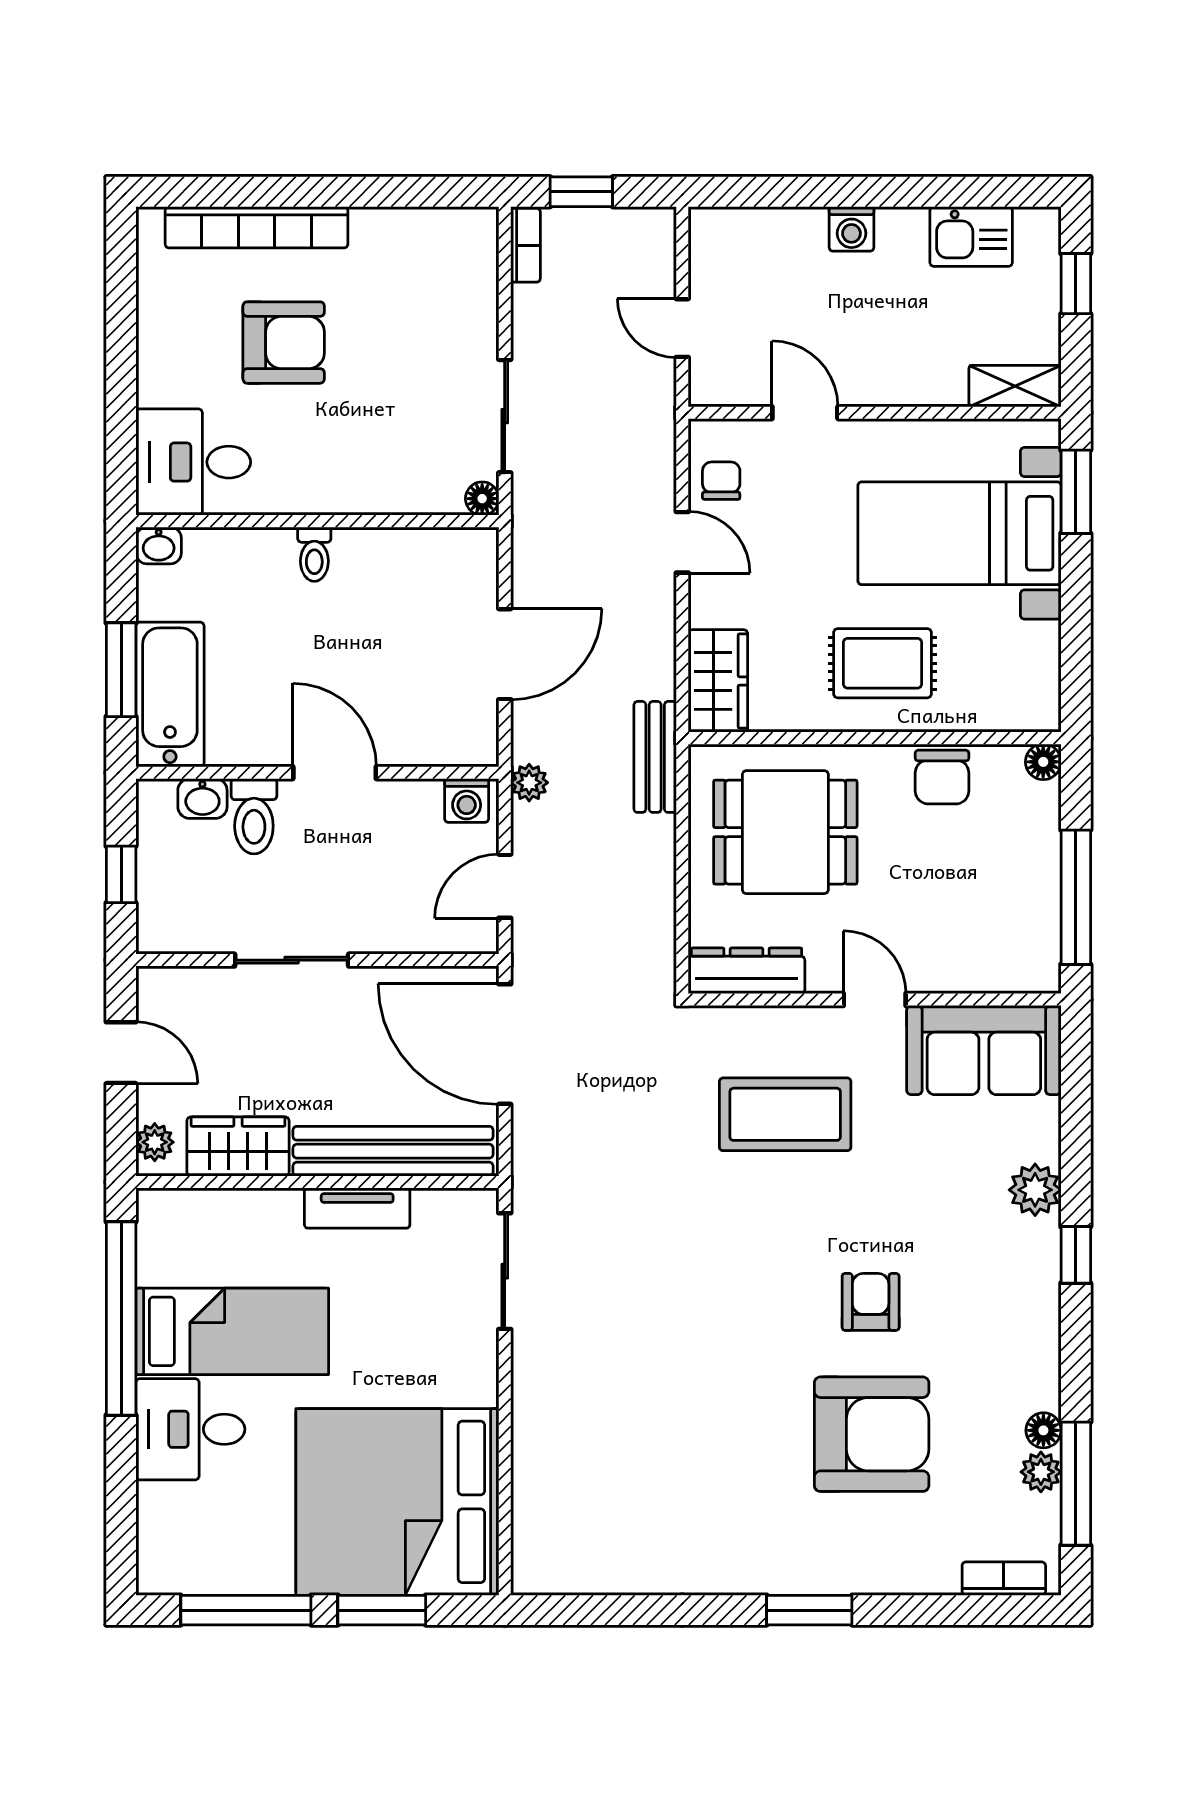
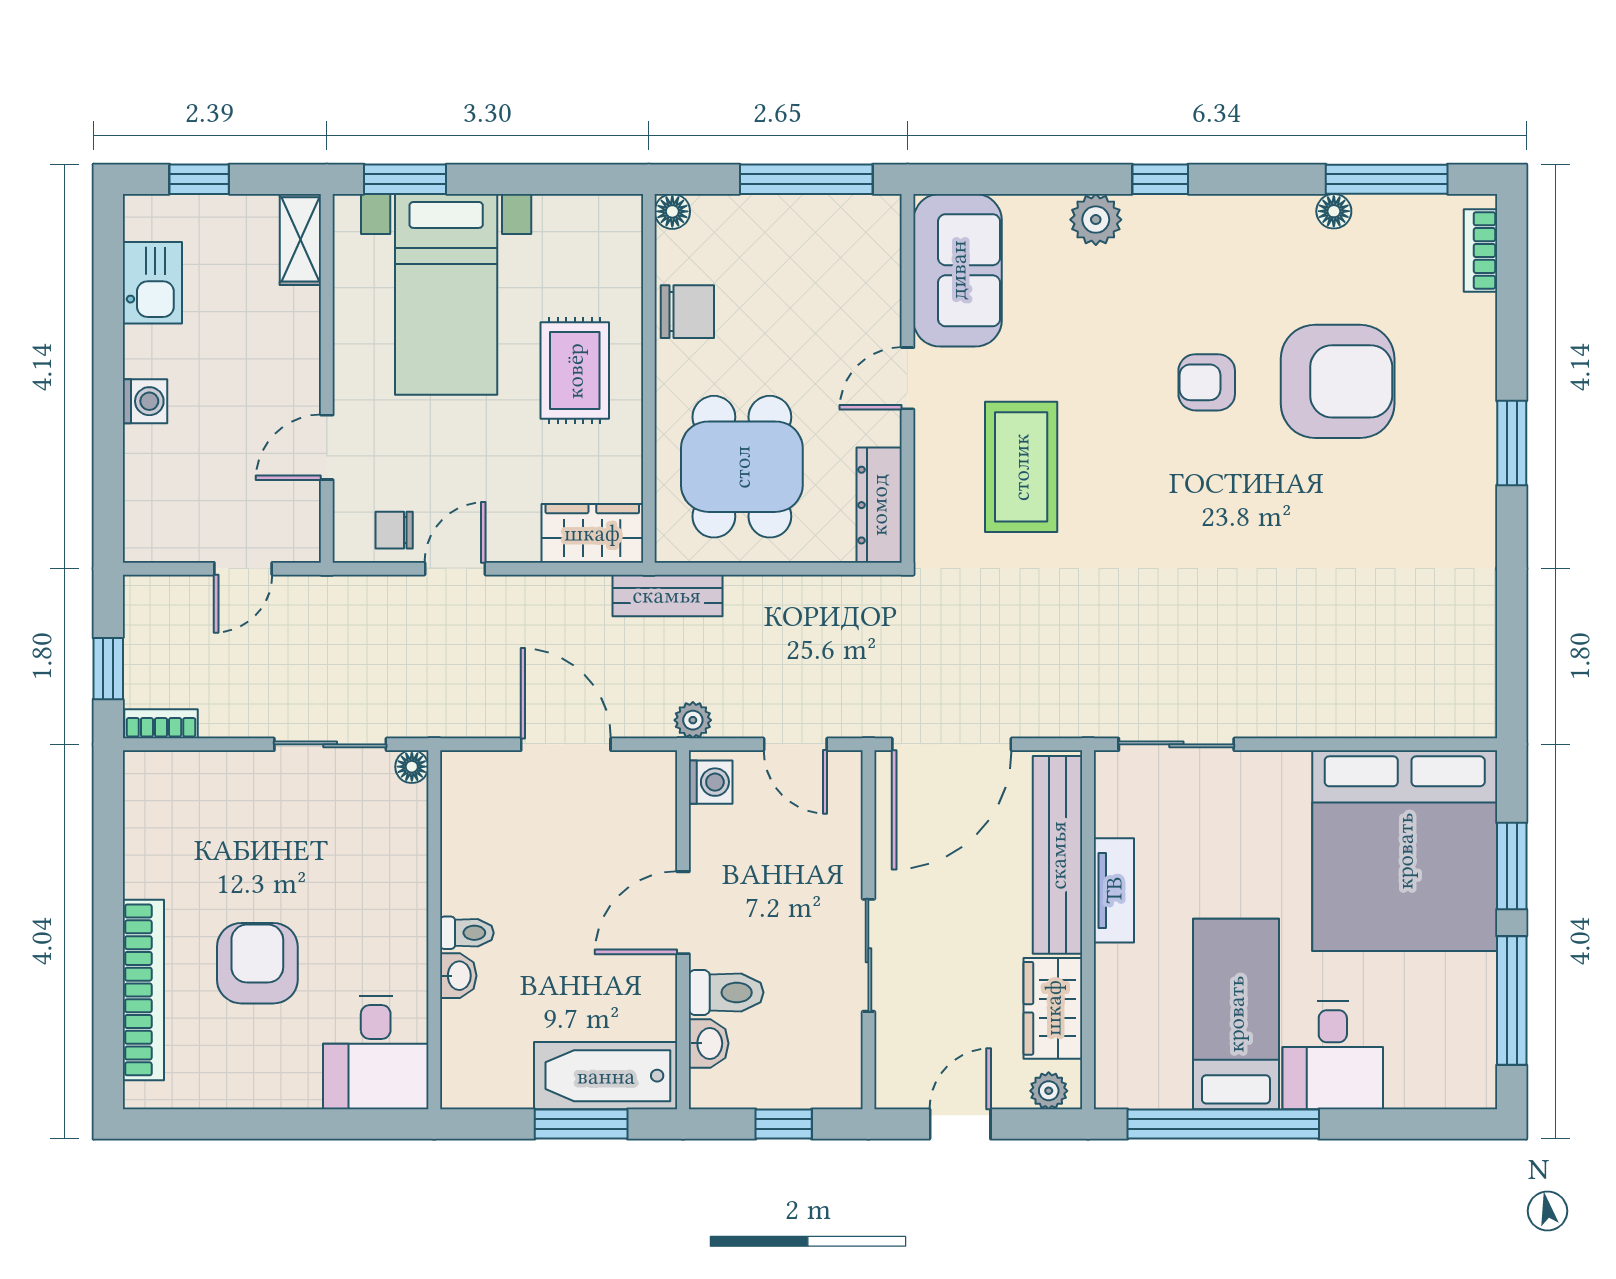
washbasin: (159, 545) -> (458, 976), moved
armchair: (872, 1434) -> (1338, 381), turned 90
plant: (1041, 1472) -> (1375, 214), removed

